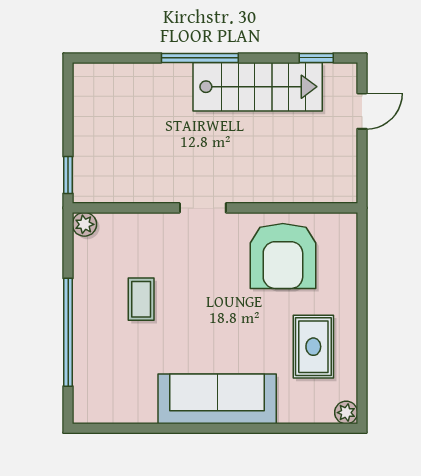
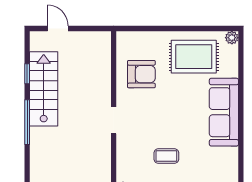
window: (316, 58) -> (27, 74), moved
armchair: (283, 256) -> (141, 74), width x0.73, depth x0.73
rug: (313, 347) -> (194, 57), width x1.36, depth x1.43

